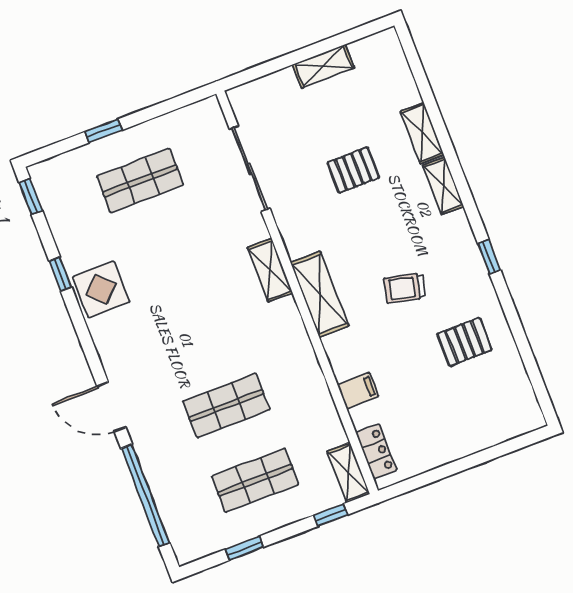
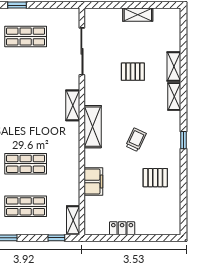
trolley: (405, 288) -> (136, 140), turned 102
filing cabinet: (358, 391) -> (93, 182), width x2.00
locker: (376, 451) -> (122, 228), moved, turned -90

